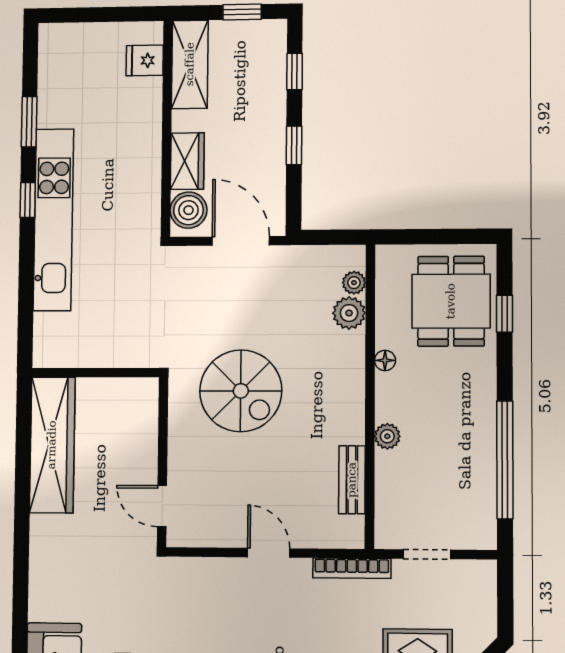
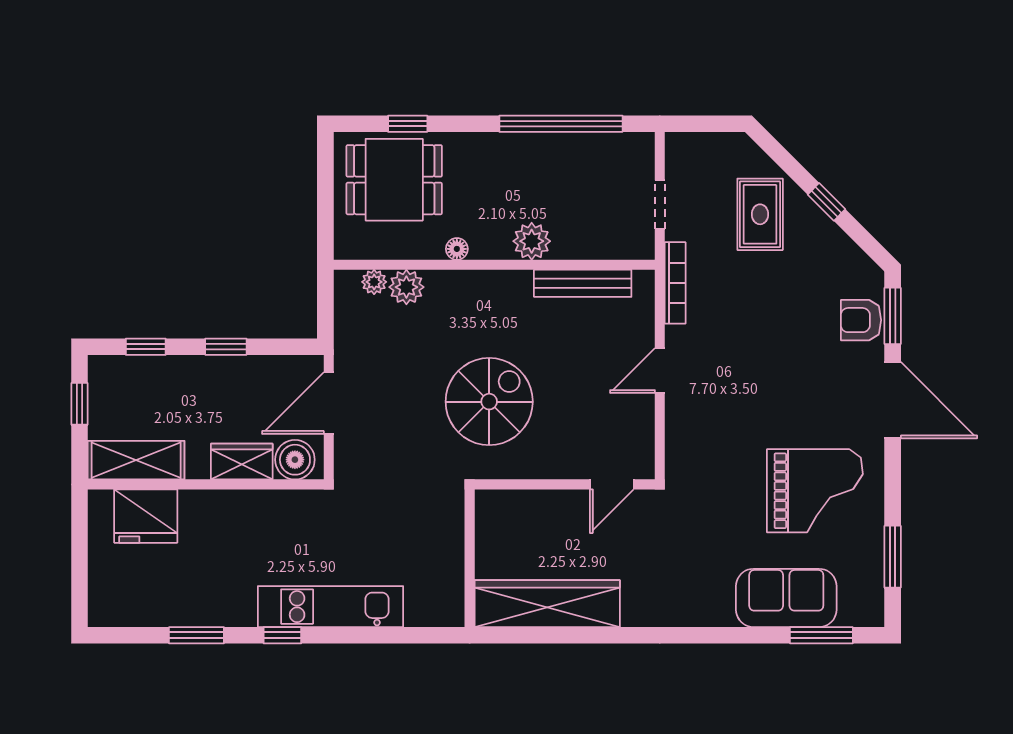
fridge: (145, 60) -> (146, 516), width x1.88, depth x1.34
kitchen unit: (53, 220) -> (330, 607), width x0.73
plant: (387, 436) -> (532, 241), width x1.38, depth x1.38
bench: (352, 480) -> (583, 283), width x1.36

